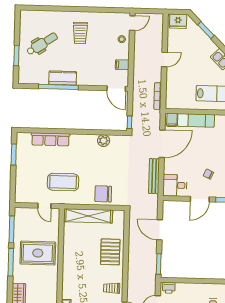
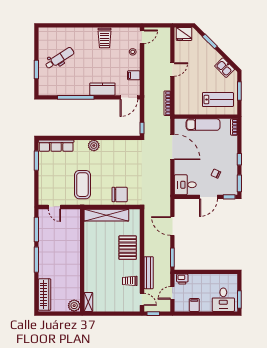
trolley: (80, 33) -> (104, 38), moved
kitchen counter: (63, 78) -> (102, 89), moved
door: (116, 89) -> (129, 97), hinge flipped
filing cabinet: (172, 120) -> (181, 125), removed
row of seats: (50, 139) -> (56, 146), moved
plant: (104, 141) -> (94, 146), moved
door: (162, 144) -> (172, 147), hinge flipped
bench: (154, 176) -> (149, 273), moved
coffee table: (63, 182) -> (82, 185), turned 90
chair: (103, 194) -> (120, 194), turned 180
door: (44, 206) -> (54, 207), moved
rug: (38, 253) -> (61, 251), removed

